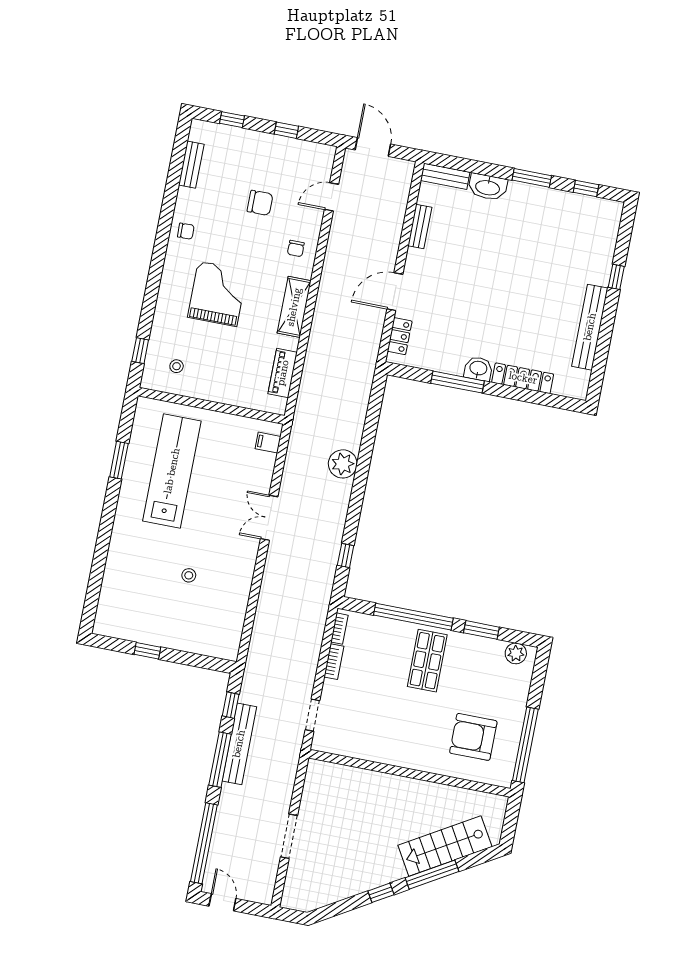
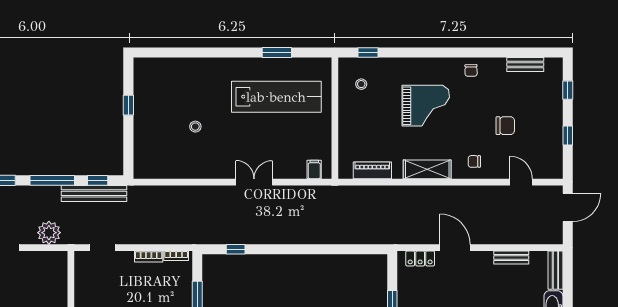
chair: (260, 203) -> (505, 126), turned -90
plant: (343, 464) -> (49, 233), moved
bench: (239, 744) -> (94, 193), moved

